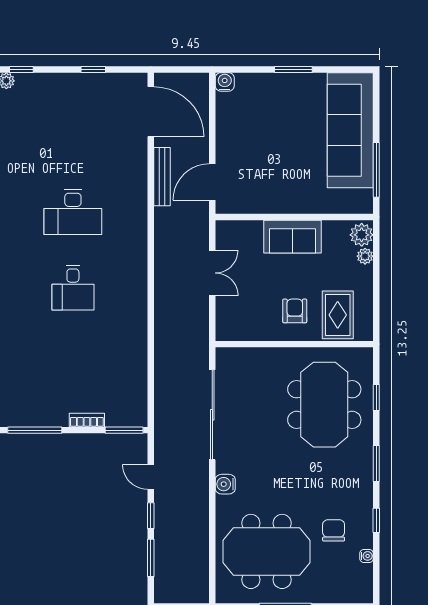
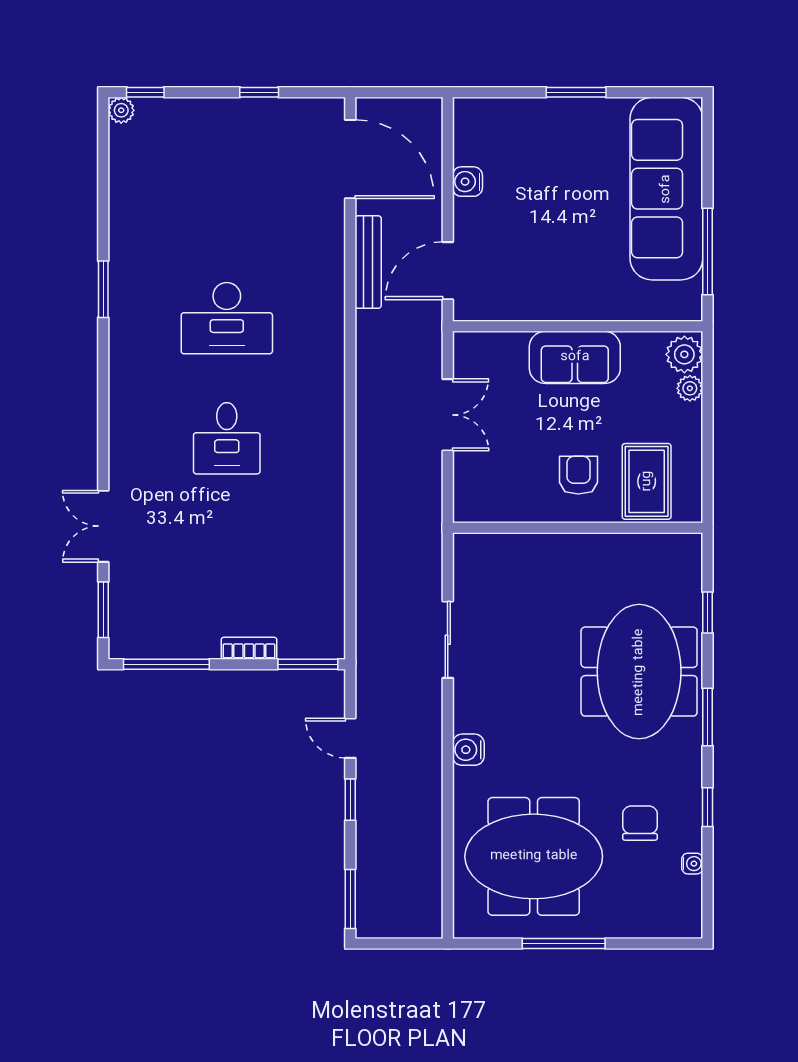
water cooler: (225, 82) -> (467, 182), moved, turned -90
meeting table: (324, 405) -> (639, 672), moved
sliding door: (212, 415) -> (448, 640), width x0.54
window: (151, 558) -> (350, 899), moved

